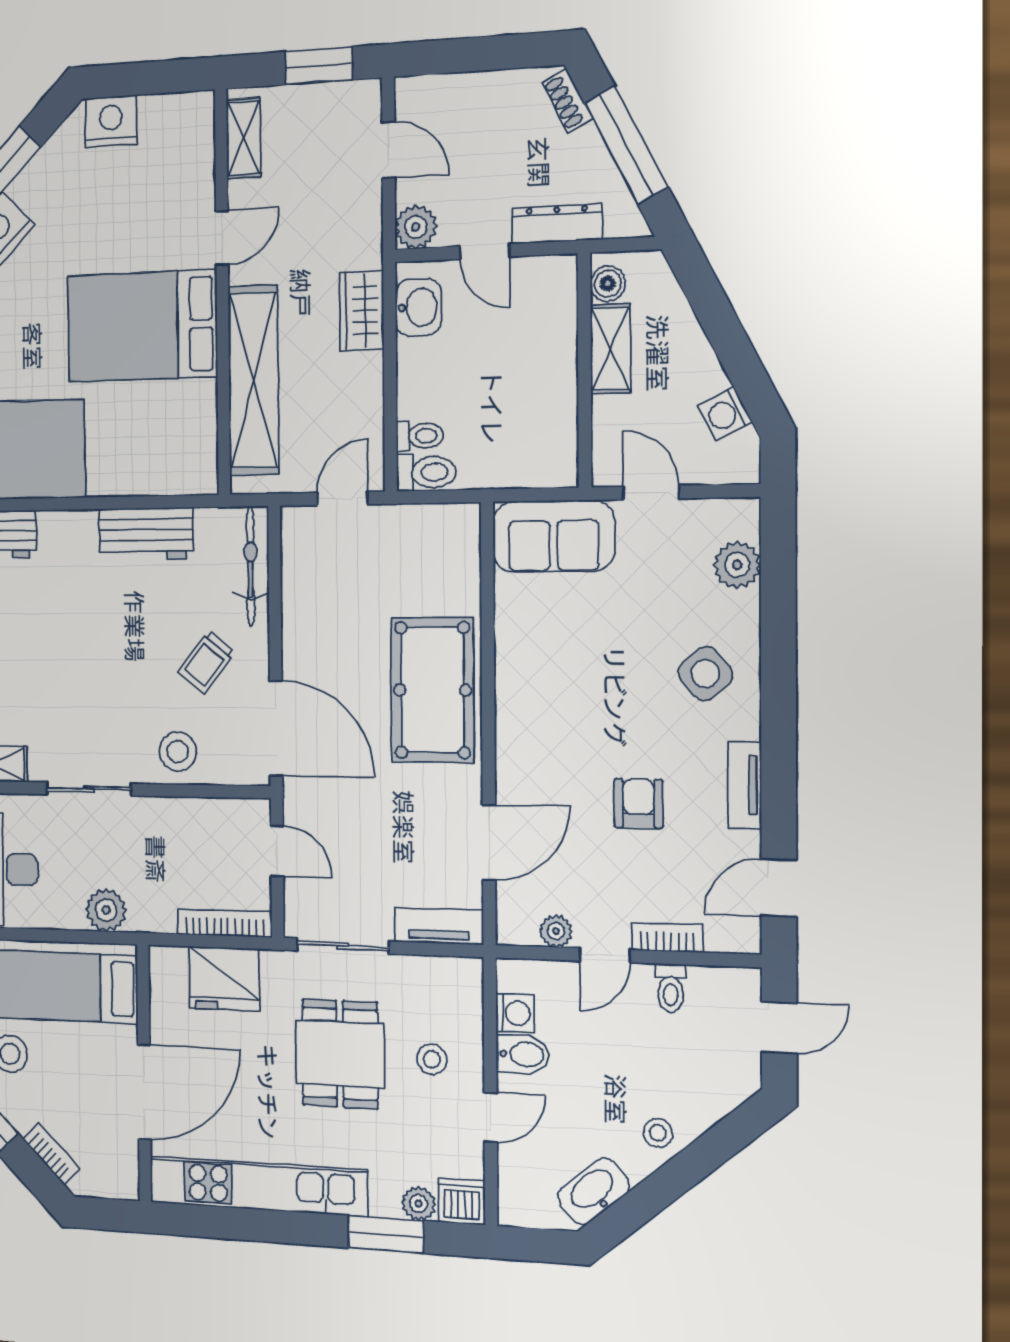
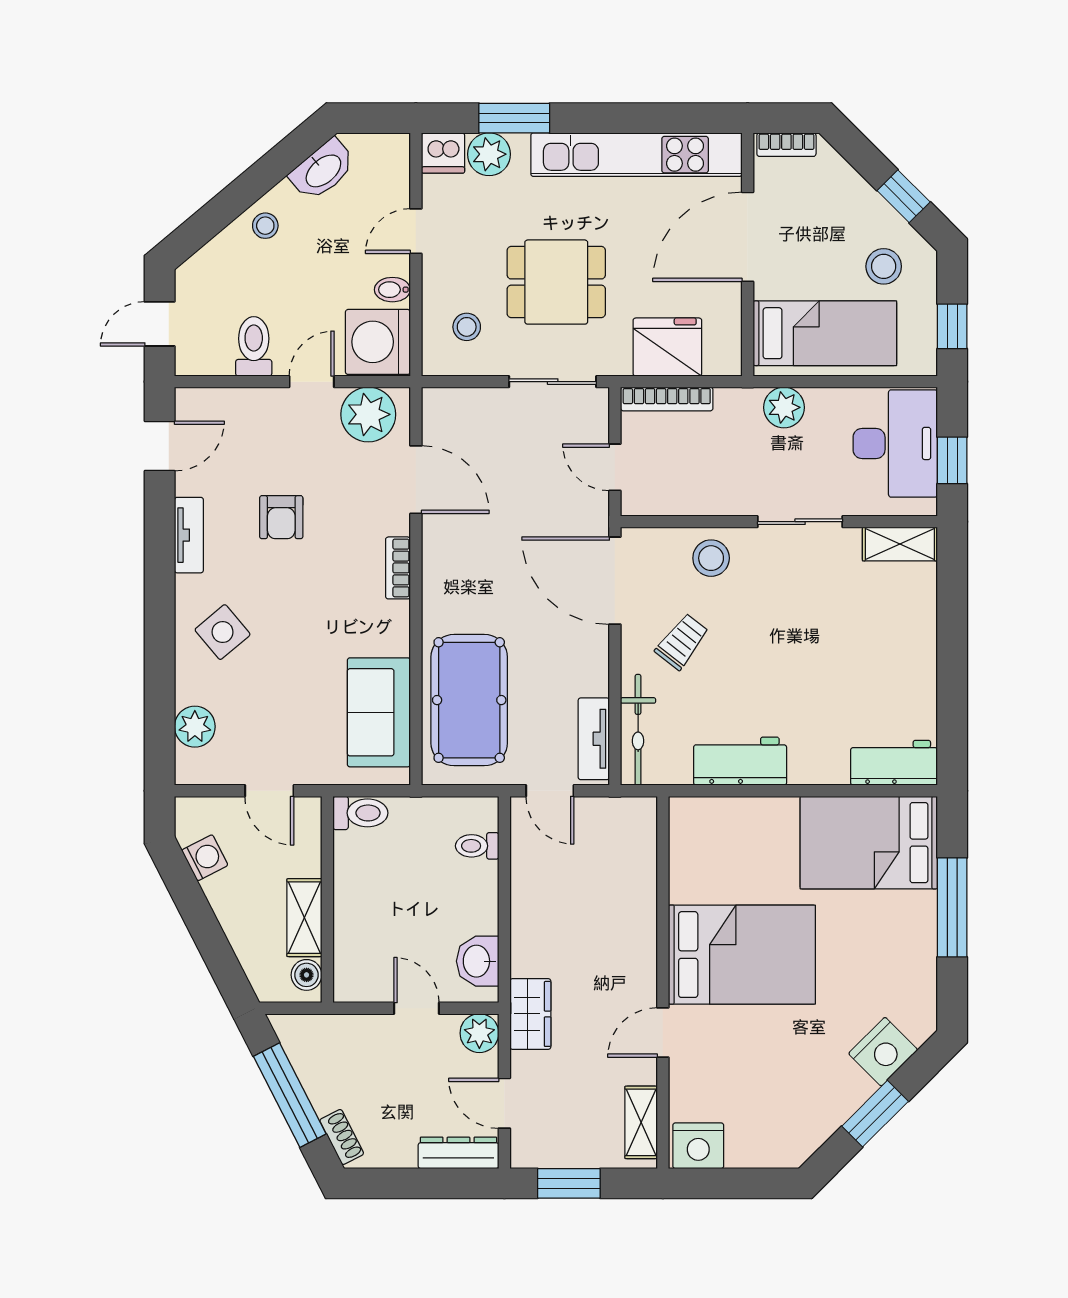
nightstand: (111, 121) -> (698, 1146), moved
dresser: (557, 224) -> (458, 1153), moved, turned 180
wardrobe: (362, 311) -> (530, 1014), moved
shelving: (253, 380) -> (634, 901), removed
toilet: (426, 472) -> (360, 813), moved, turned 180
door: (342, 498) -> (550, 791), hinge flipped
sofa: (554, 536) -> (379, 712), moved, turned -90
pool table: (432, 690) -> (469, 700), moved
door: (489, 843) -> (416, 480), swing flipped
tv unit: (439, 926) -> (594, 739), moved, turned 90
plant: (556, 931) -> (368, 414), width x1.88, depth x1.88
bookcase: (667, 937) -> (398, 568), moved, turned 90
toilet: (671, 988) -> (254, 346), width x1.37, depth x1.39
washing machine: (515, 1013) -> (378, 342), width x1.89, depth x1.89
dining table: (340, 1054) -> (556, 282), turned 90
bidet: (523, 1054) -> (392, 290), width x0.72, depth x0.74
stool: (432, 1059) -> (467, 327), moved
bookcase: (51, 1154) -> (786, 145), moved, turned -45
plant: (419, 1204) -> (489, 154), width x1.38, depth x1.38

